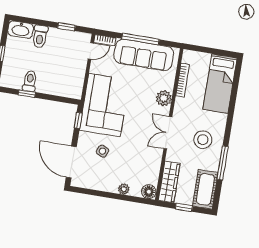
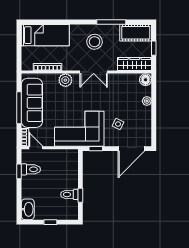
toilet: (40, 36) -> (31, 169), moved

